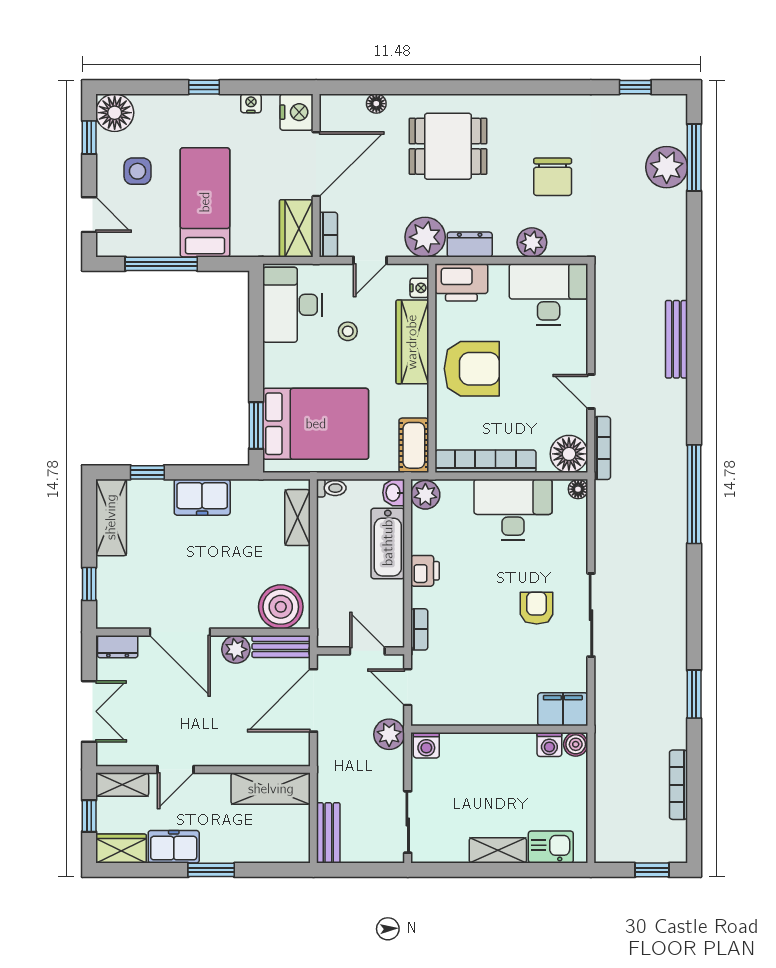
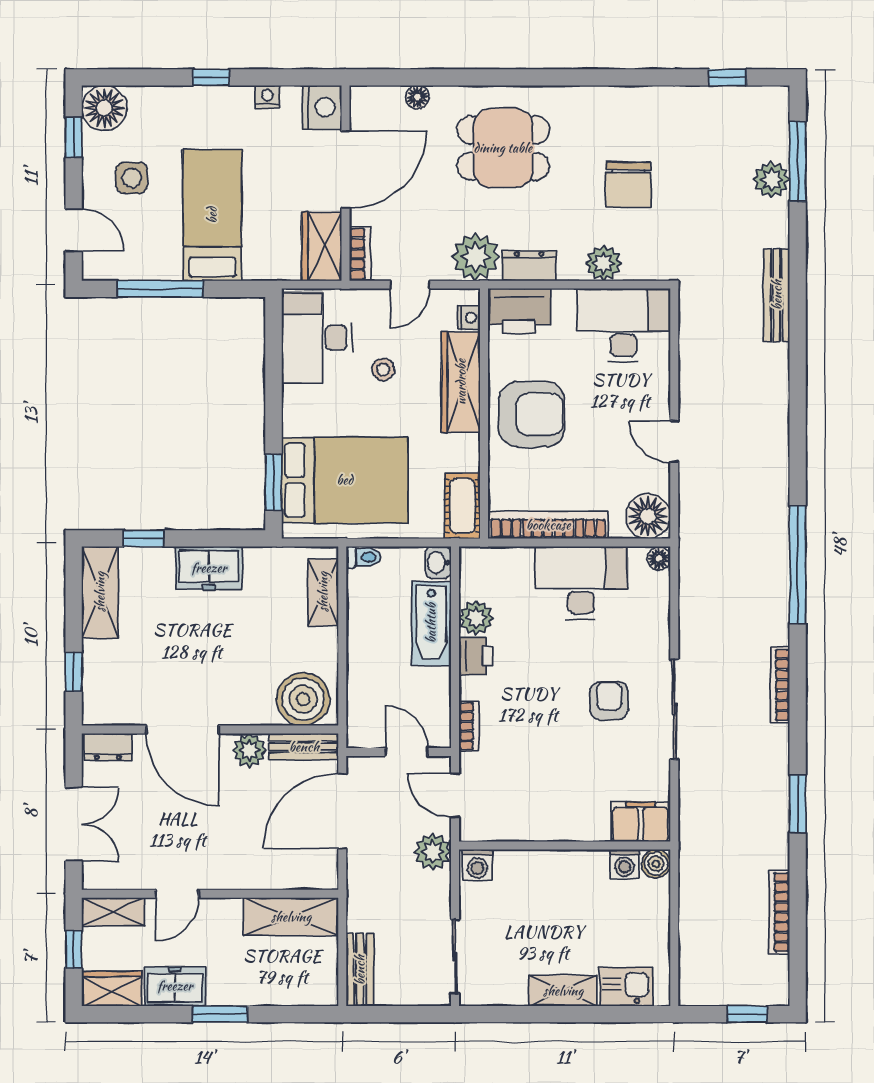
plant: (667, 167) -> (771, 180), width x0.73, depth x0.73
bench: (676, 339) -> (777, 295), moved
bookcase: (602, 448) -> (780, 685), moved, turned 180
plant: (425, 495) -> (476, 618), moved

